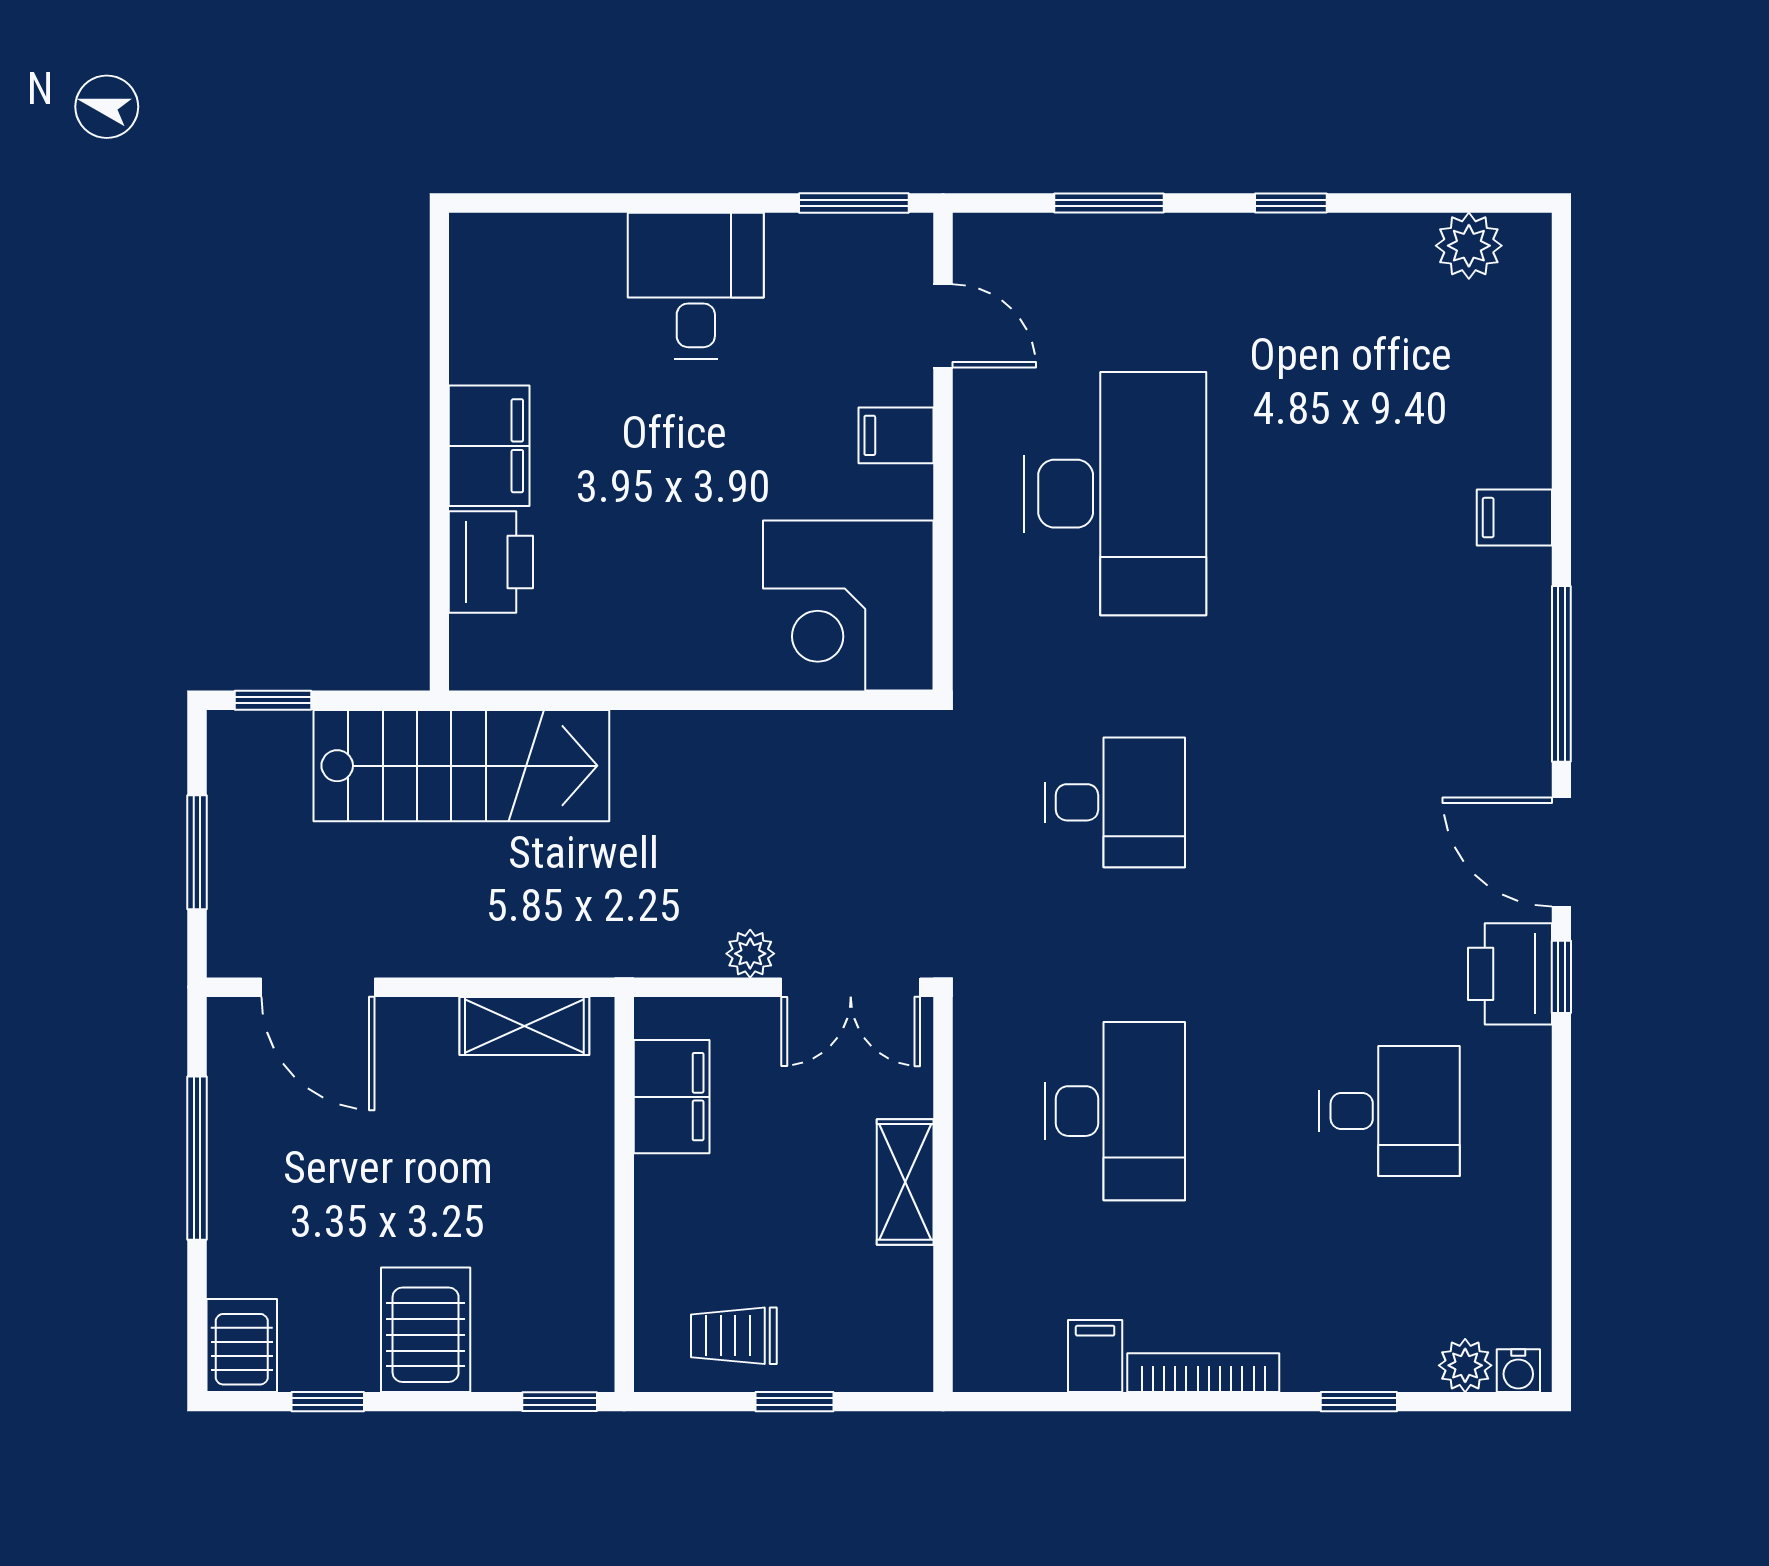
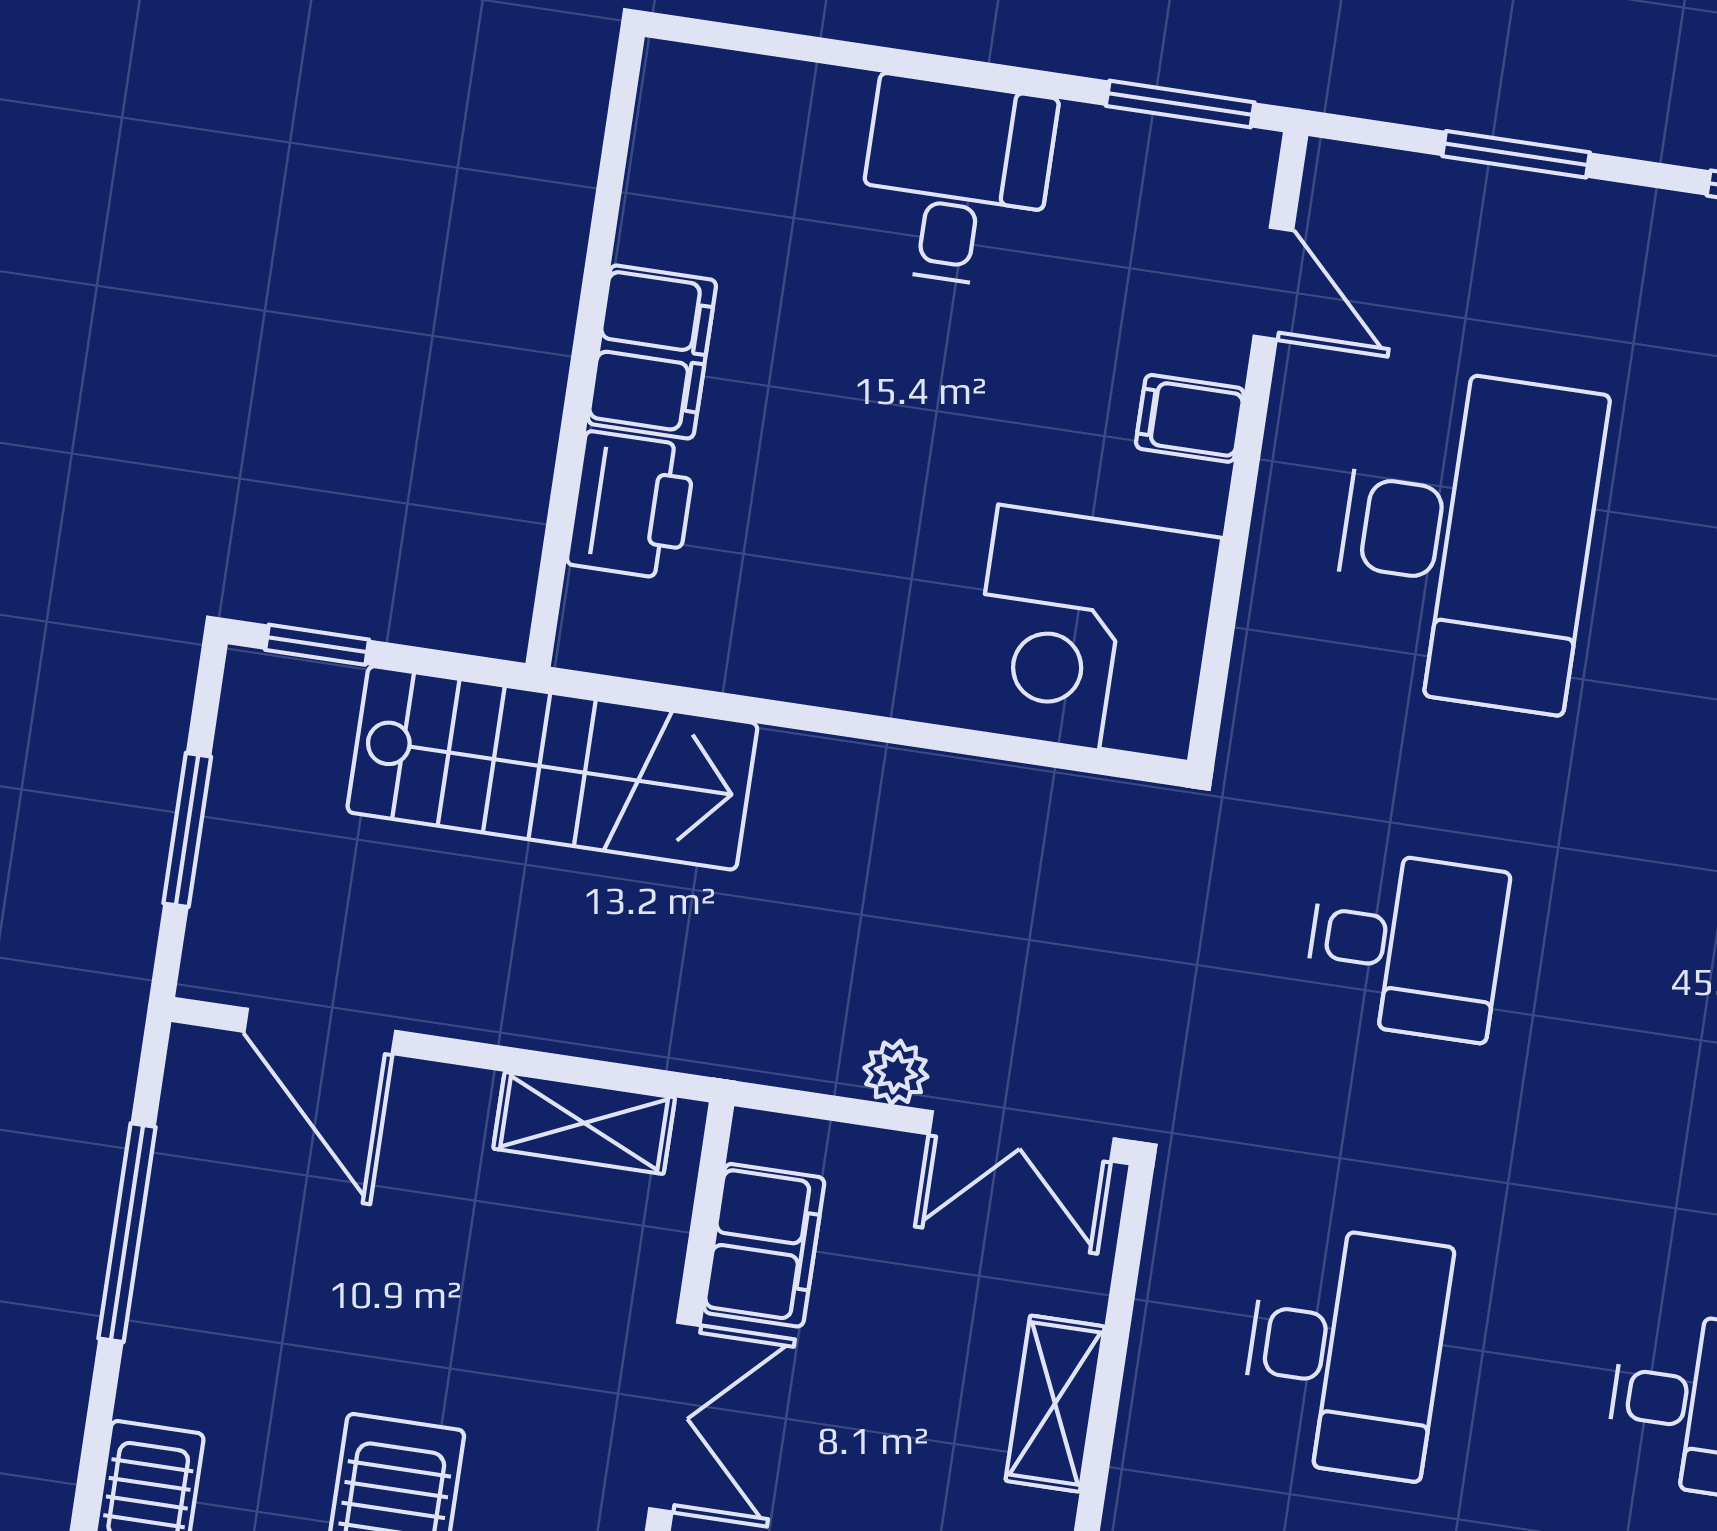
double door: (624, 1234) -> (675, 1417), added

